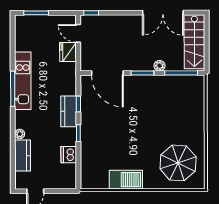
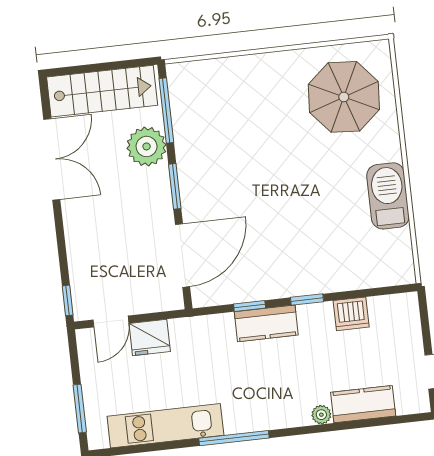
plant: (159, 66) -> (147, 146), width x1.88, depth x1.88
kitchen unit: (23, 81) -> (165, 426), moved

